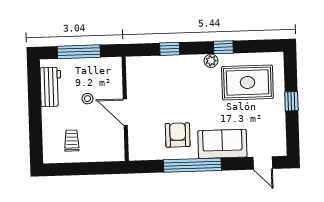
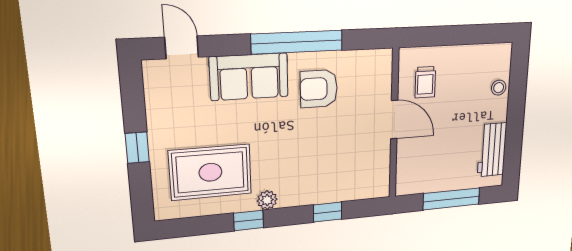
stool: (87, 99) -> (499, 88), moved
armchair: (178, 135) -> (319, 89), turned 90
trolley: (72, 141) -> (425, 82), moved

